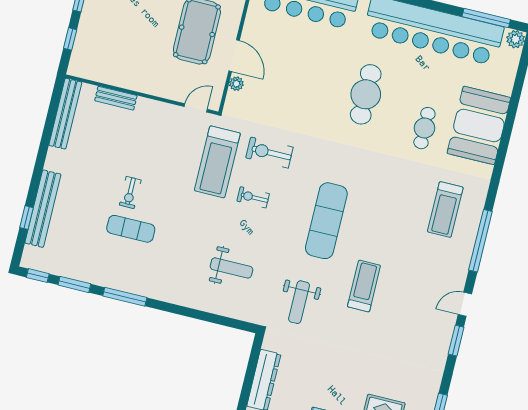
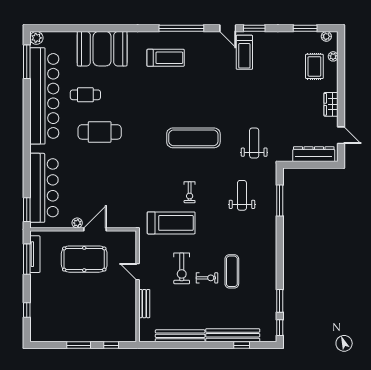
plant: (236, 84) -> (77, 223), moved
door: (196, 108) -> (138, 272), moved
bench: (65, 114) -> (180, 336), moved
cafe table: (424, 128) -> (85, 95), moved
exercise bike: (269, 153) -> (182, 268), moved
treadmill: (364, 286) -> (244, 52), moved, turned -90
window: (125, 297) -> (280, 200), moved
weight bench: (299, 302) -> (254, 143), turned -90

